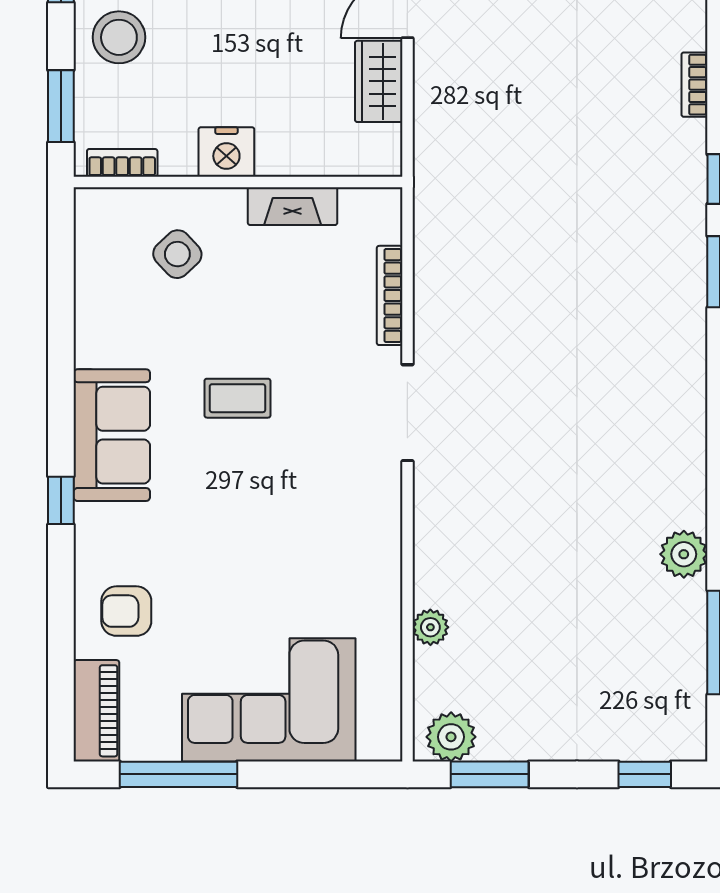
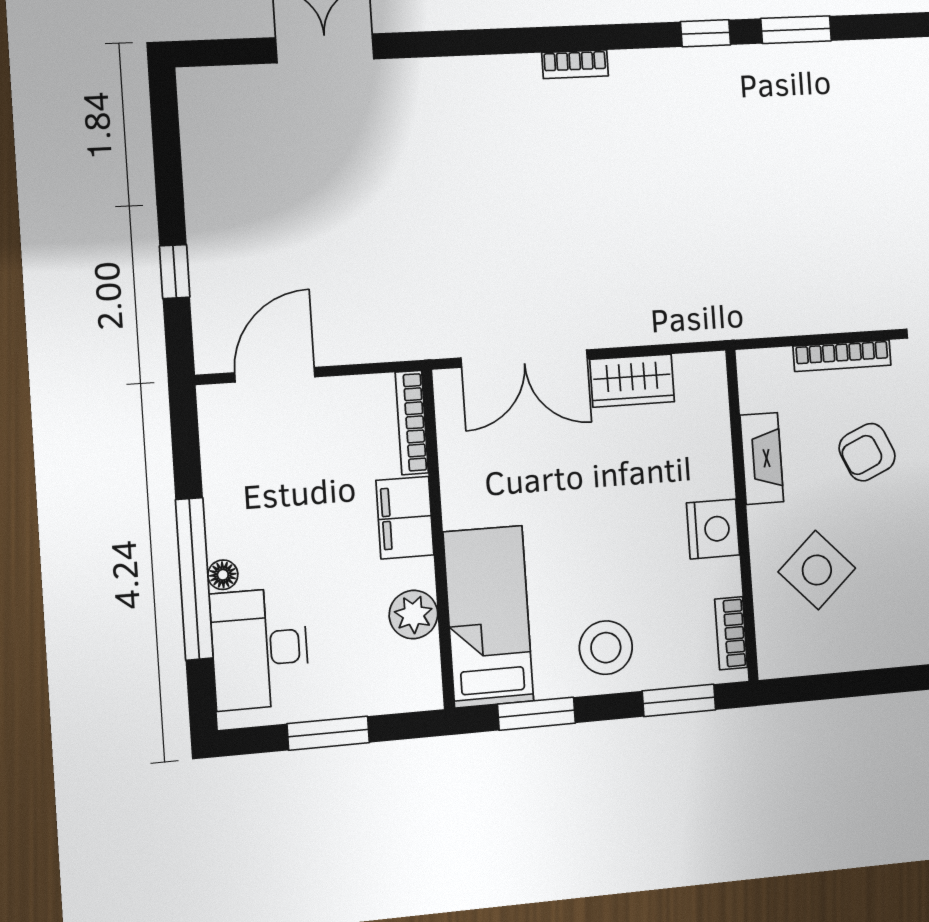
bookcase: (695, 85) -> (575, 64), moved
side table: (177, 254) -> (817, 570), width x1.37, depth x1.37
armchair: (291, 314) -> (867, 452), added

